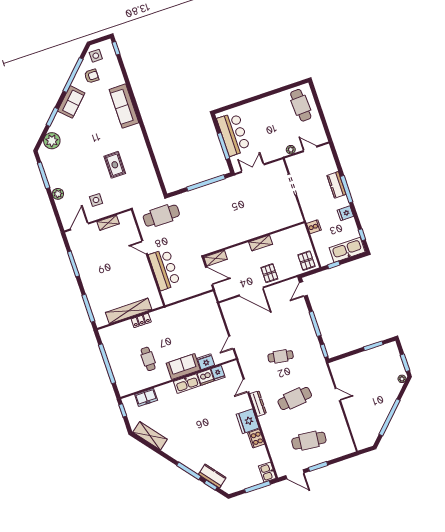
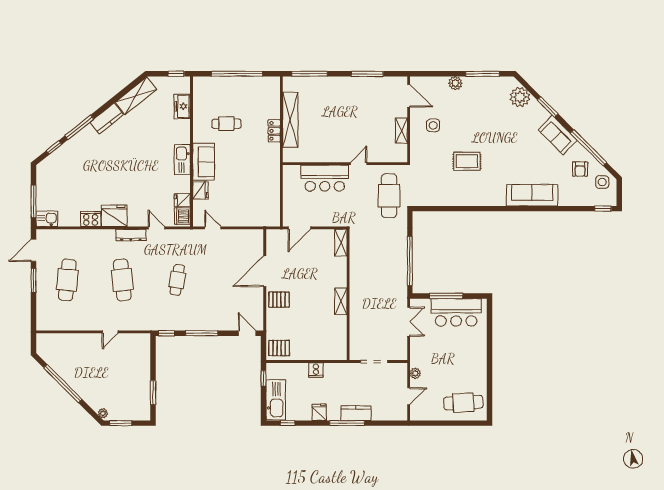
wall: (254, 239) -> (348, 295), moved
shelving: (261, 243) -> (341, 301), moved
shelving: (216, 258) -> (341, 243), moved
dishwasher: (206, 377) -> (182, 216), moved
kitchen counter: (212, 476) -> (107, 119), moved

